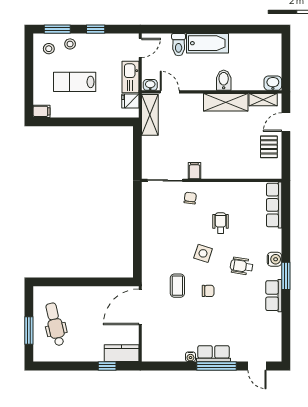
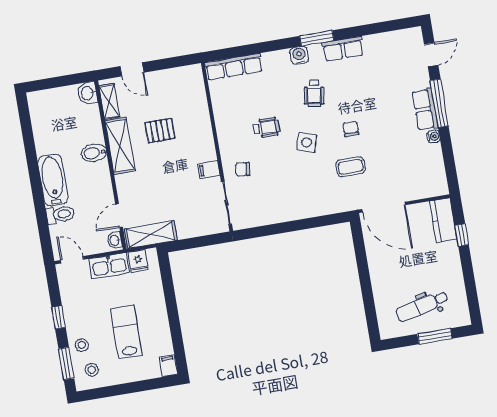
lab bench: (75, 82) -> (126, 332), turned 180
pallet: (269, 147) -> (160, 131), moved
wheelchair: (221, 223) -> (267, 128), turned 180

